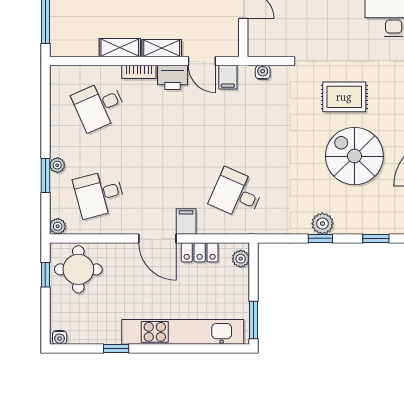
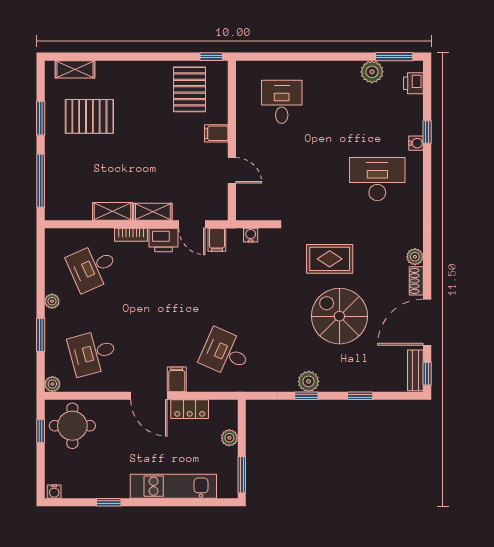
plant: (57, 165) -> (52, 301), moved
plant: (241, 259) -> (229, 438), moved
kitchen unit: (183, 332) -> (173, 486), width x0.73

